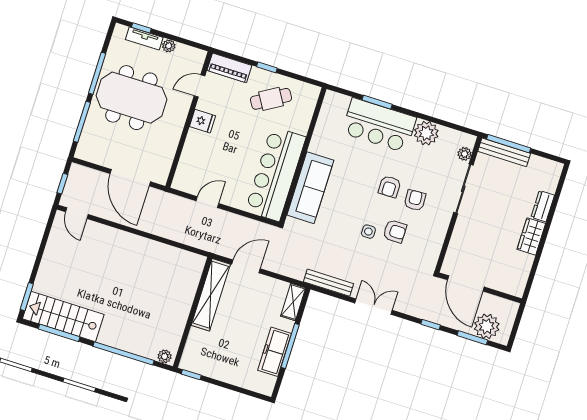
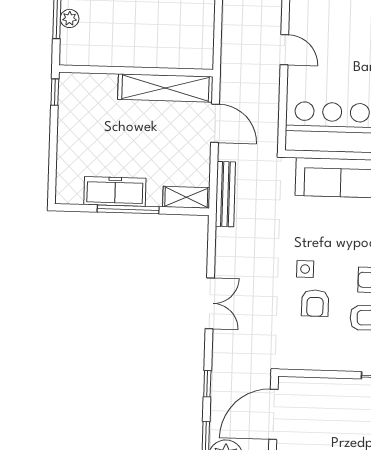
bench: (329, 283) -> (225, 194), moved
plant: (165, 356) -> (70, 18), moved

